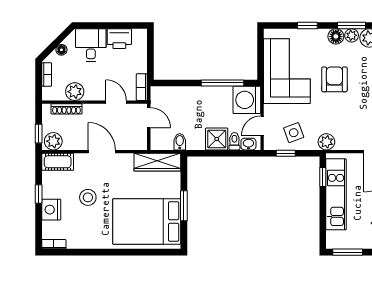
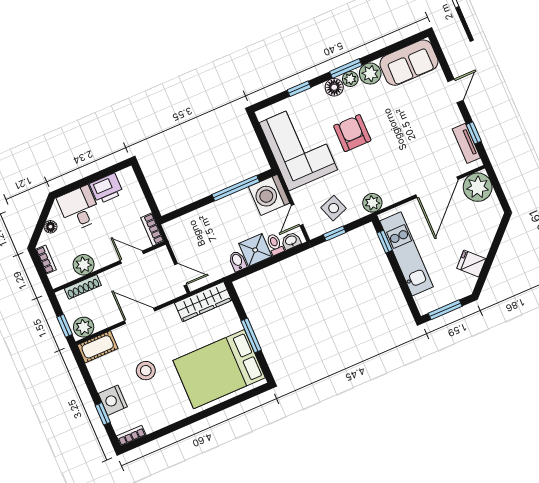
door: (149, 118) -> (181, 275), moved
bidet: (180, 142) -> (238, 261), moved
window: (39, 194) -> (103, 414), moved

